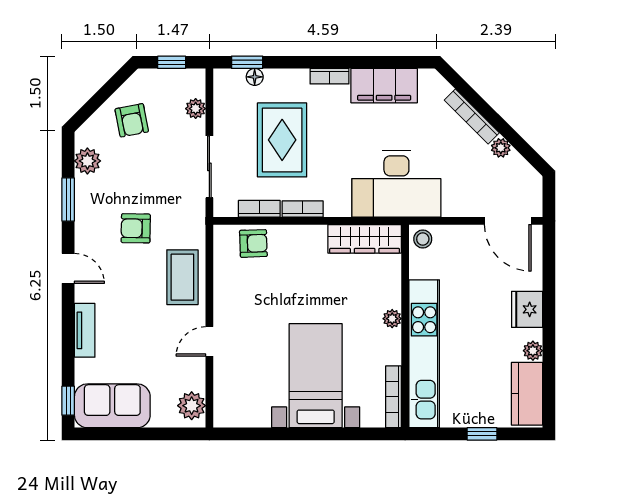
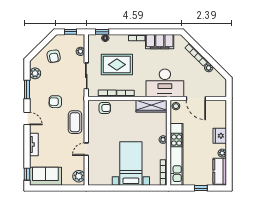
rug: (282, 140) -> (117, 65), turned 90
door: (508, 221) -> (196, 98), moved

